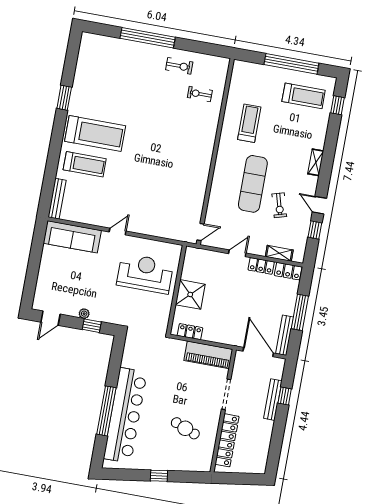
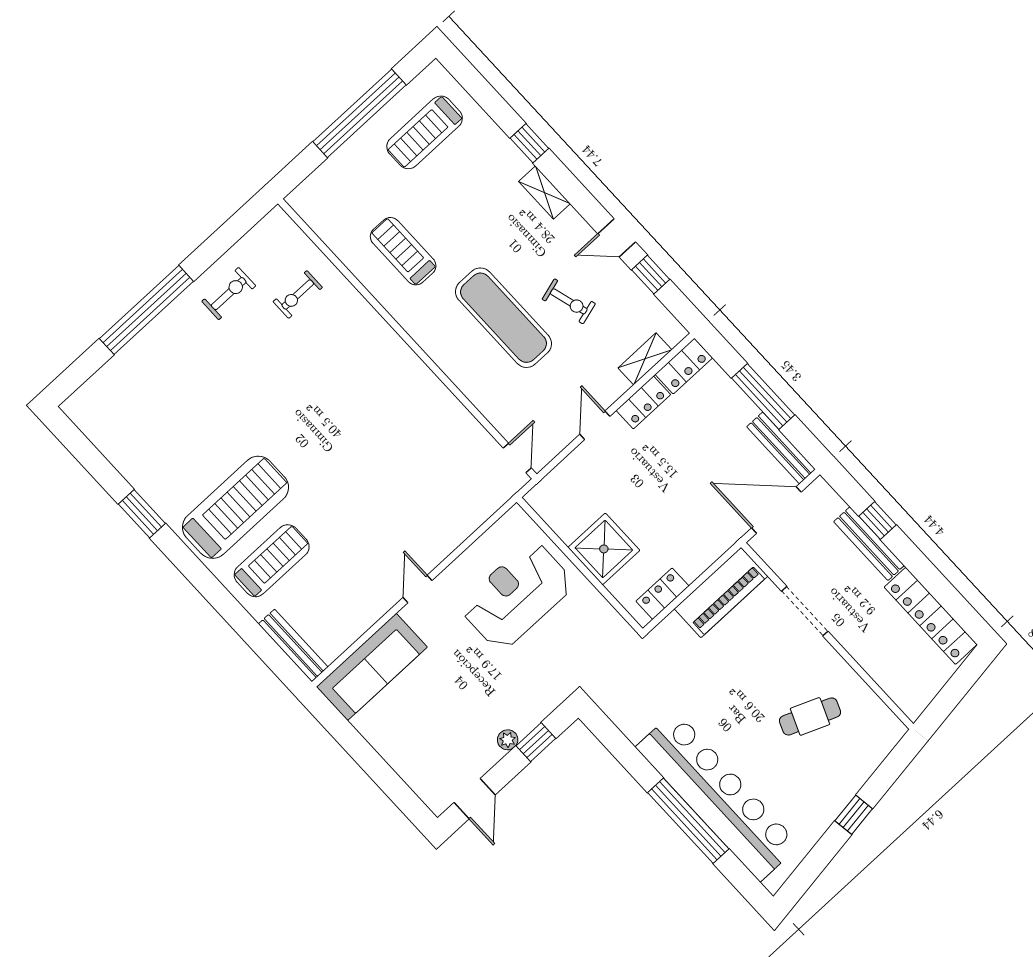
treadmill: (304, 96) -> (425, 132), turned 180
window: (338, 105) -> (529, 143), moved
locker: (227, 440) -> (931, 616), moved, turned 180

